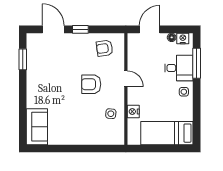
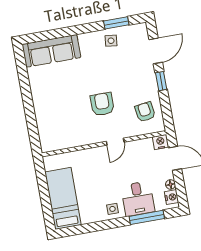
nightstand: (133, 111) -> (161, 142), moved
side table: (111, 114) -> (111, 41), moved
sofa: (37, 127) -> (51, 51), width x1.36

